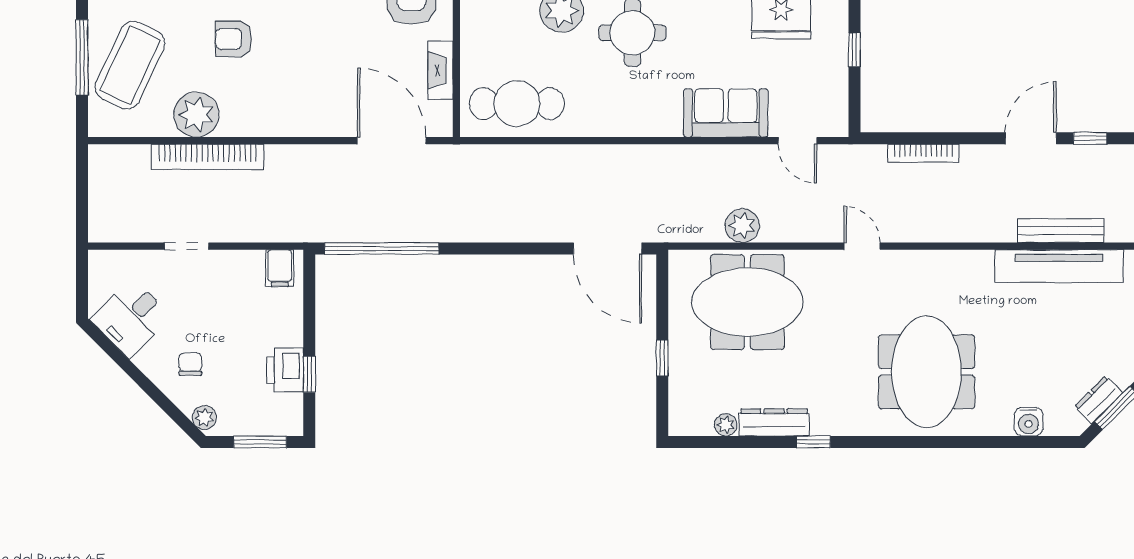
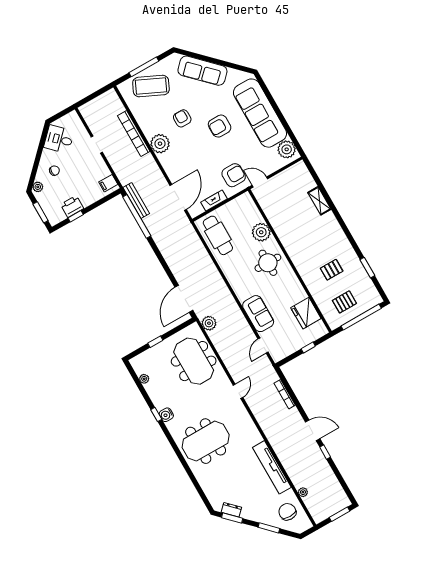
plant: (196, 115) -> (160, 144), moved
plant: (742, 226) -> (209, 323), moved
bench: (1061, 231) -> (136, 201), moved
dresser: (774, 422) -> (155, 396), removed
water cooler: (1029, 422) -> (166, 415), moved

